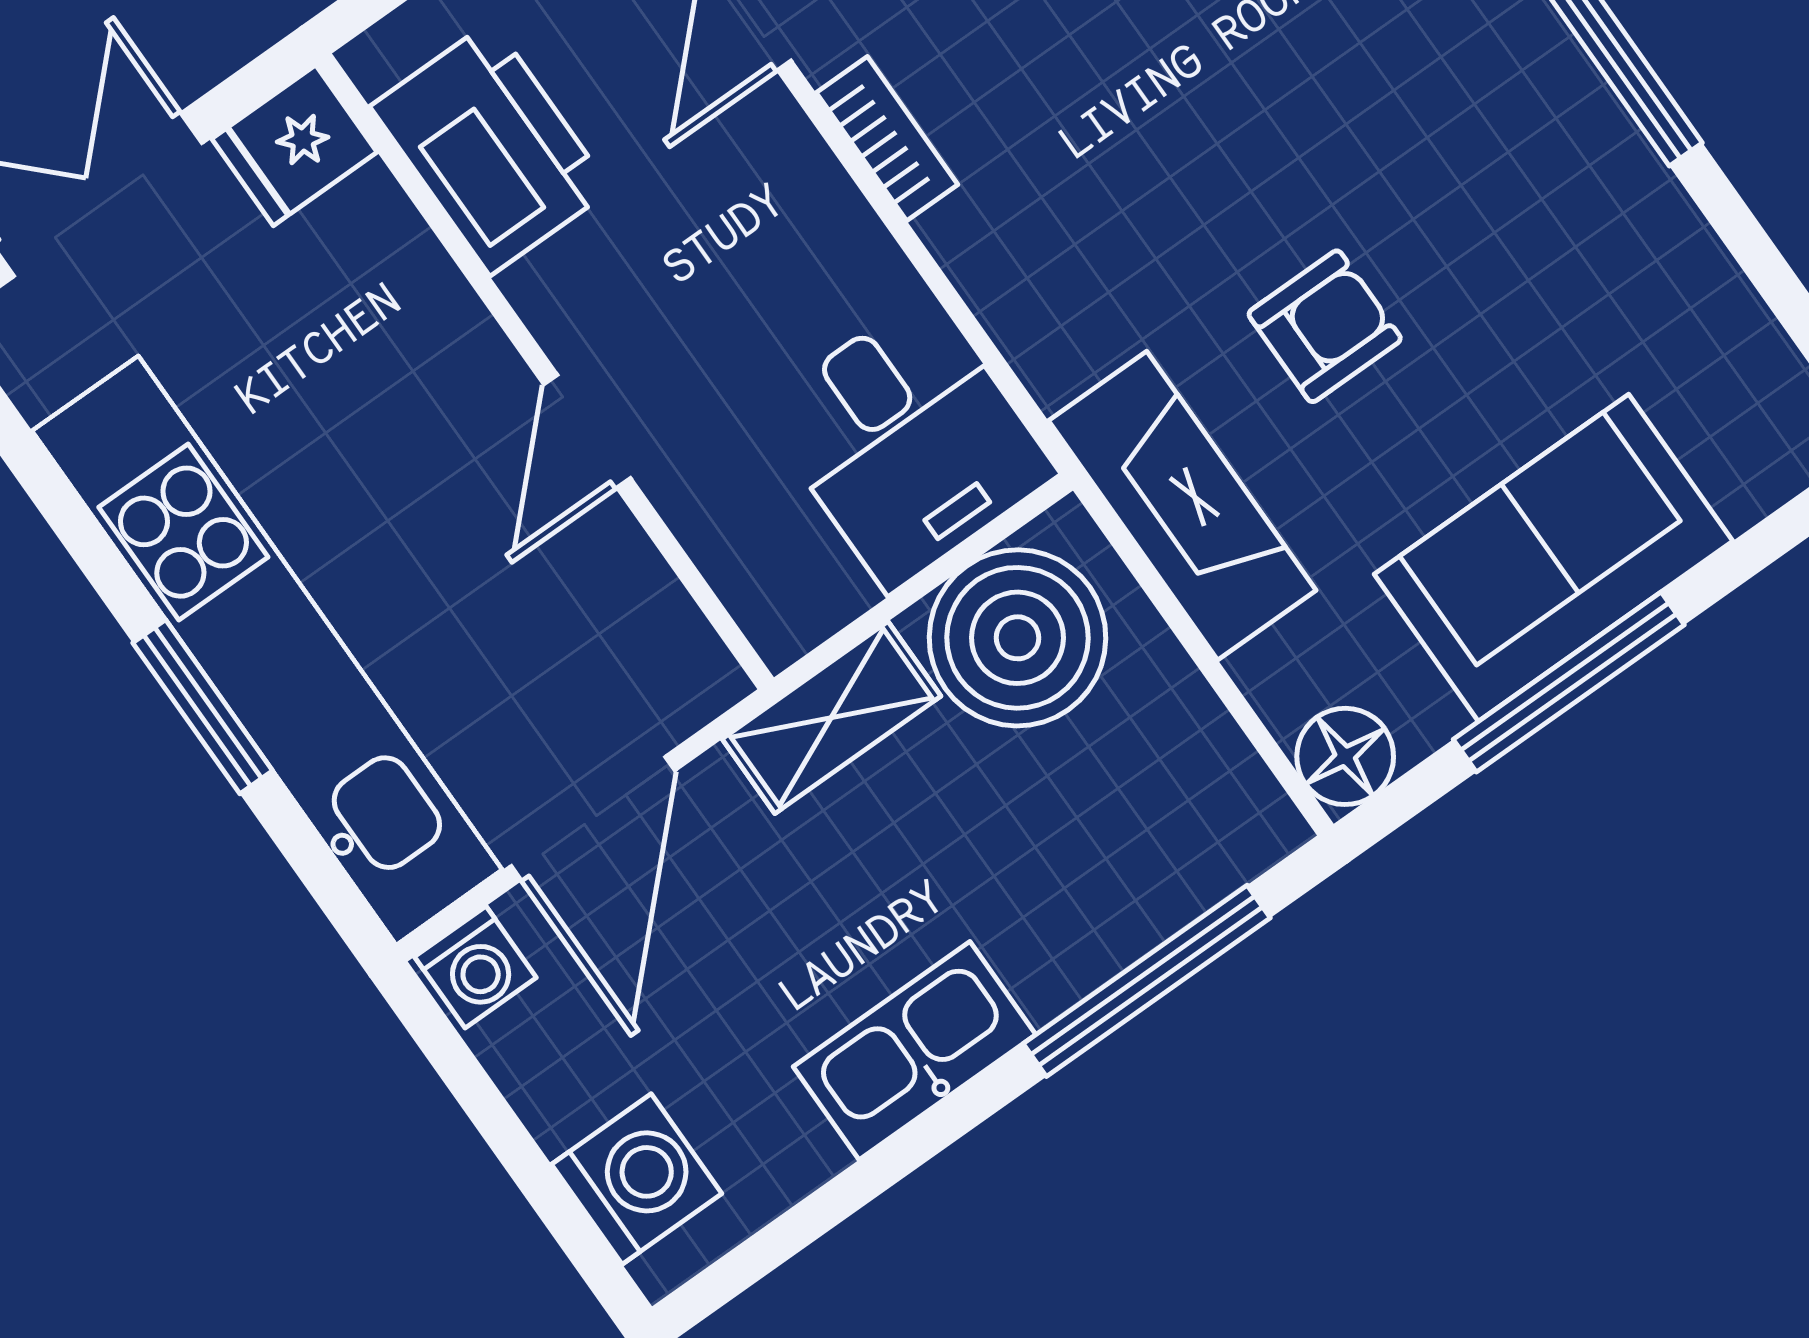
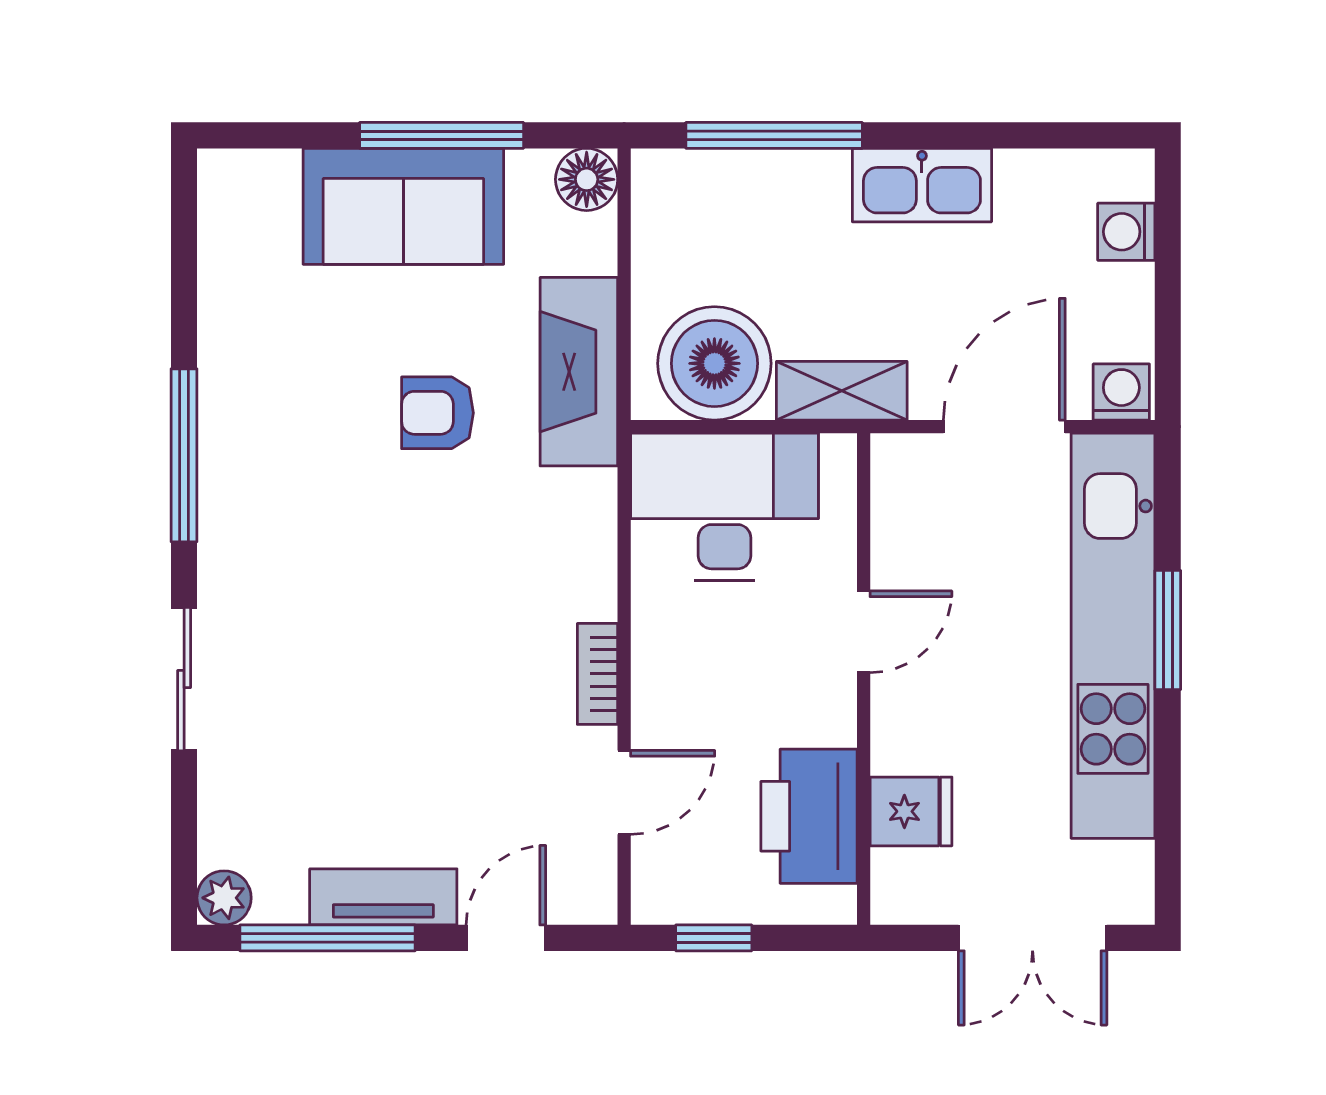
fridge: (294, 145) -> (911, 811), moved
desk: (908, 442) -> (724, 507), width x1.37
washing machine: (637, 1179) -> (1126, 232), width x0.73, depth x0.73

